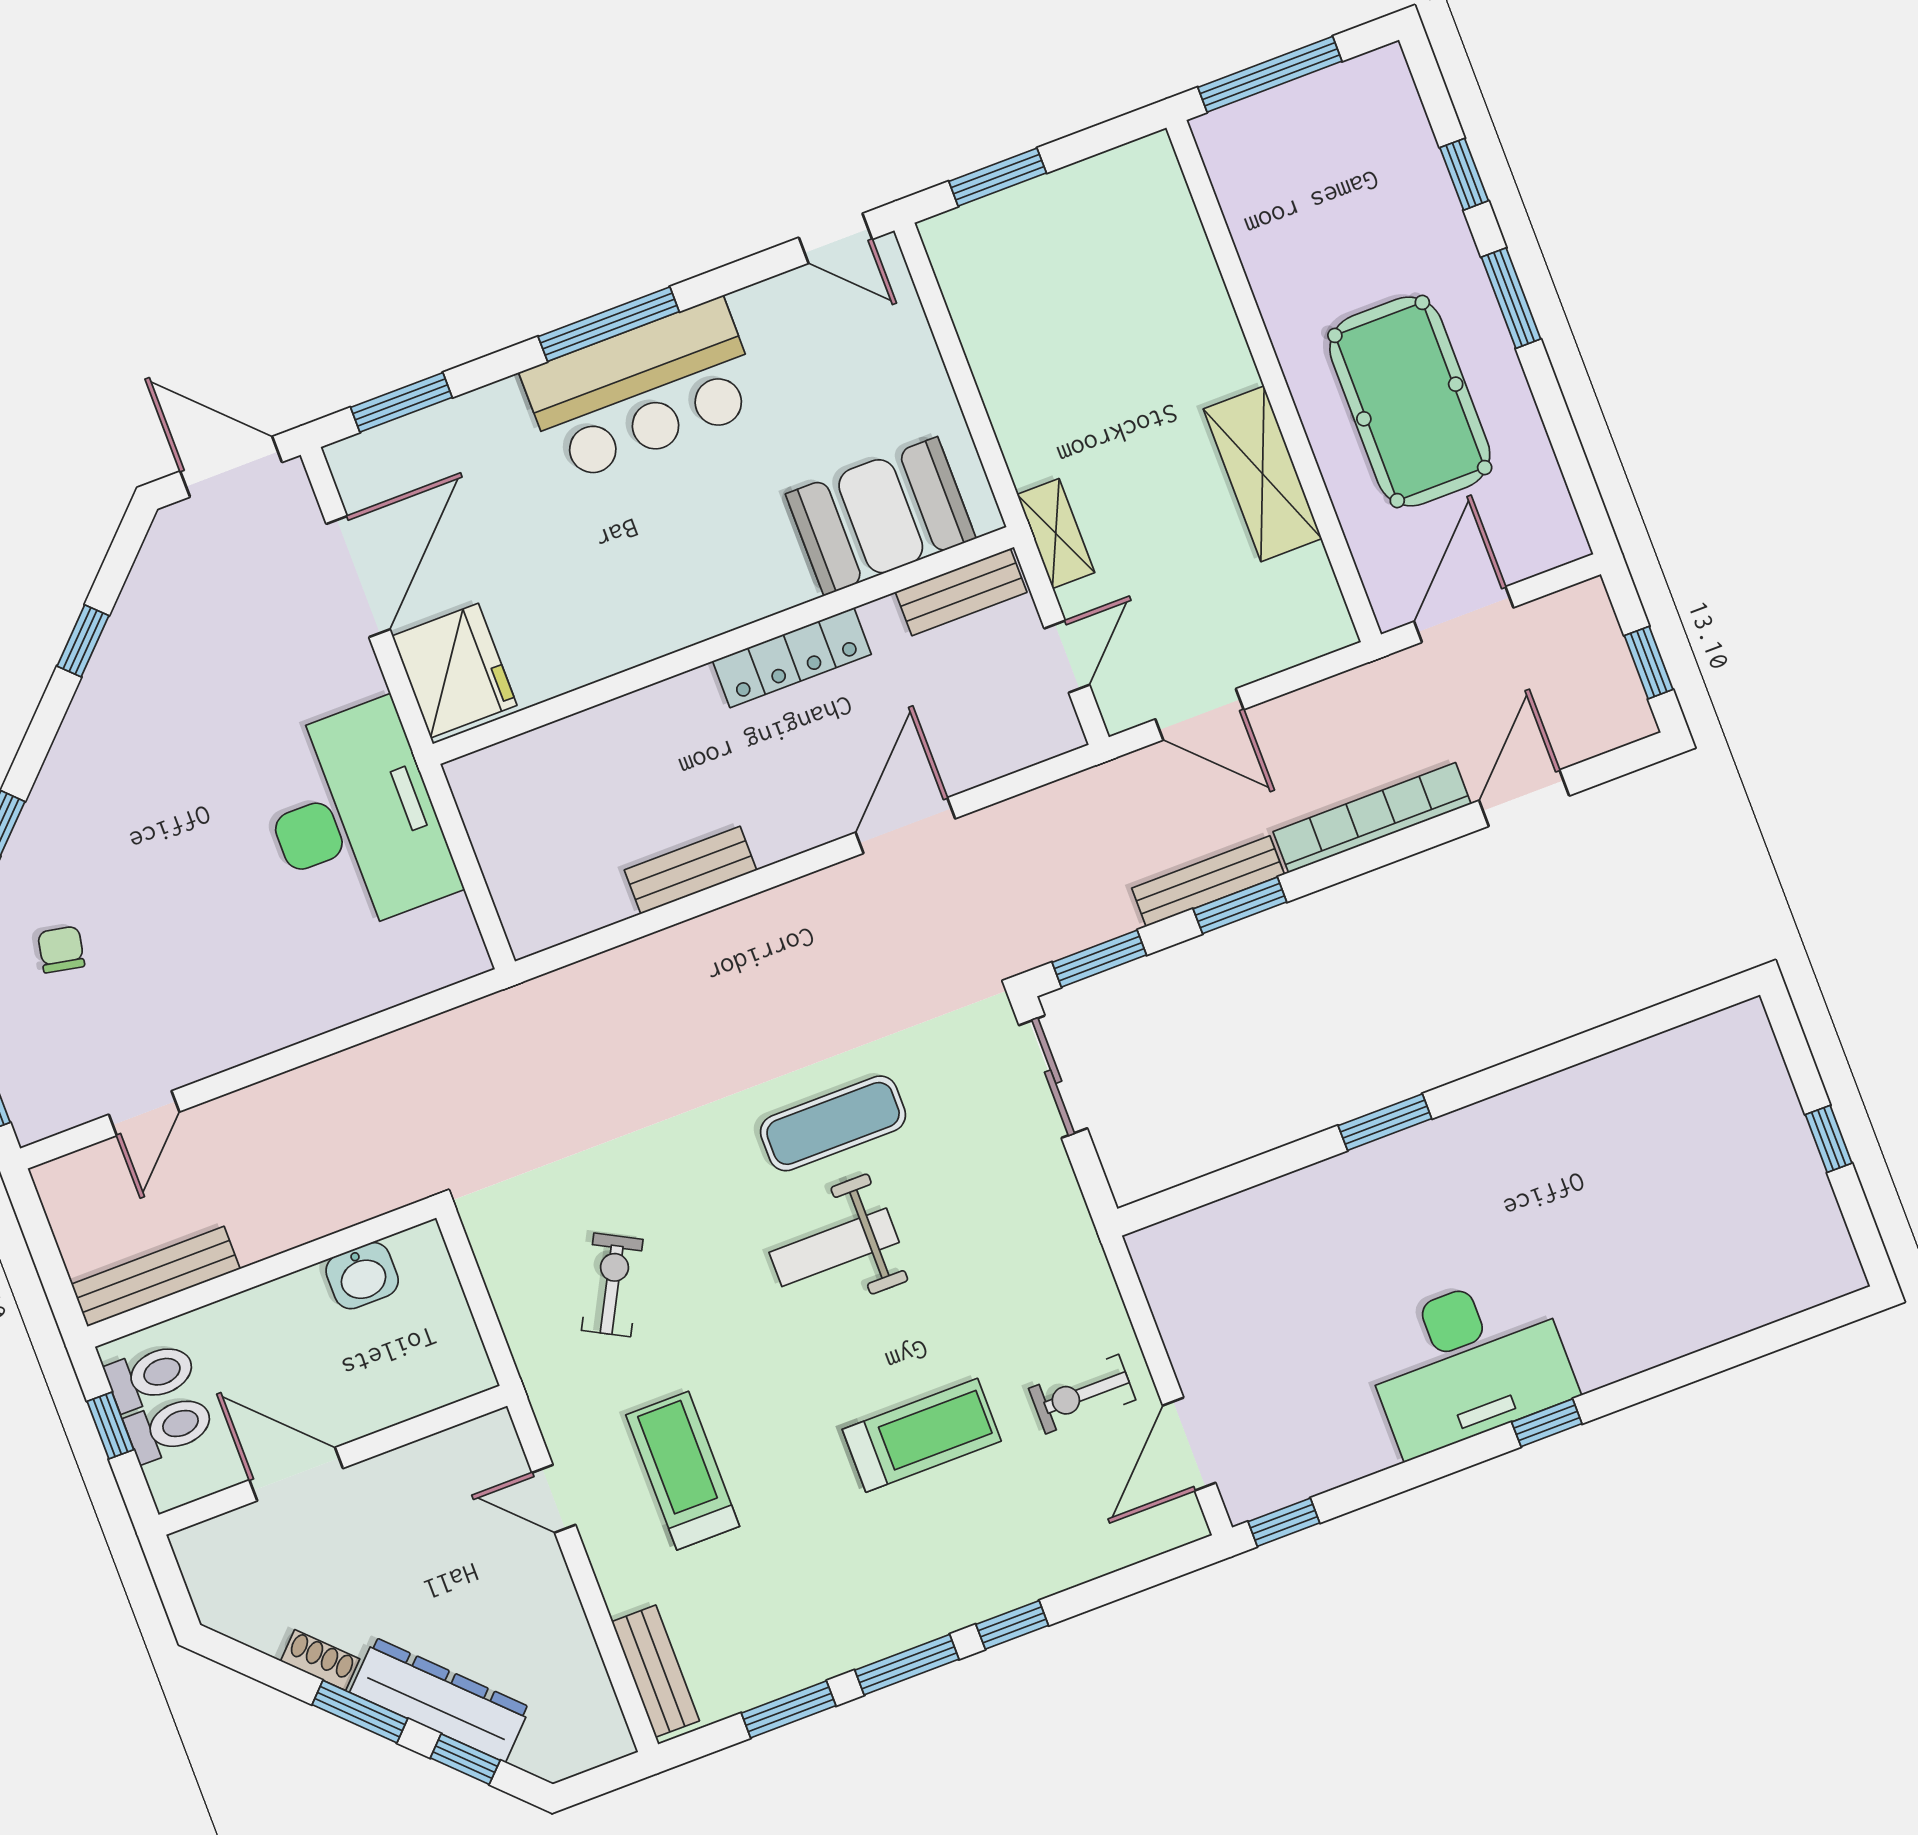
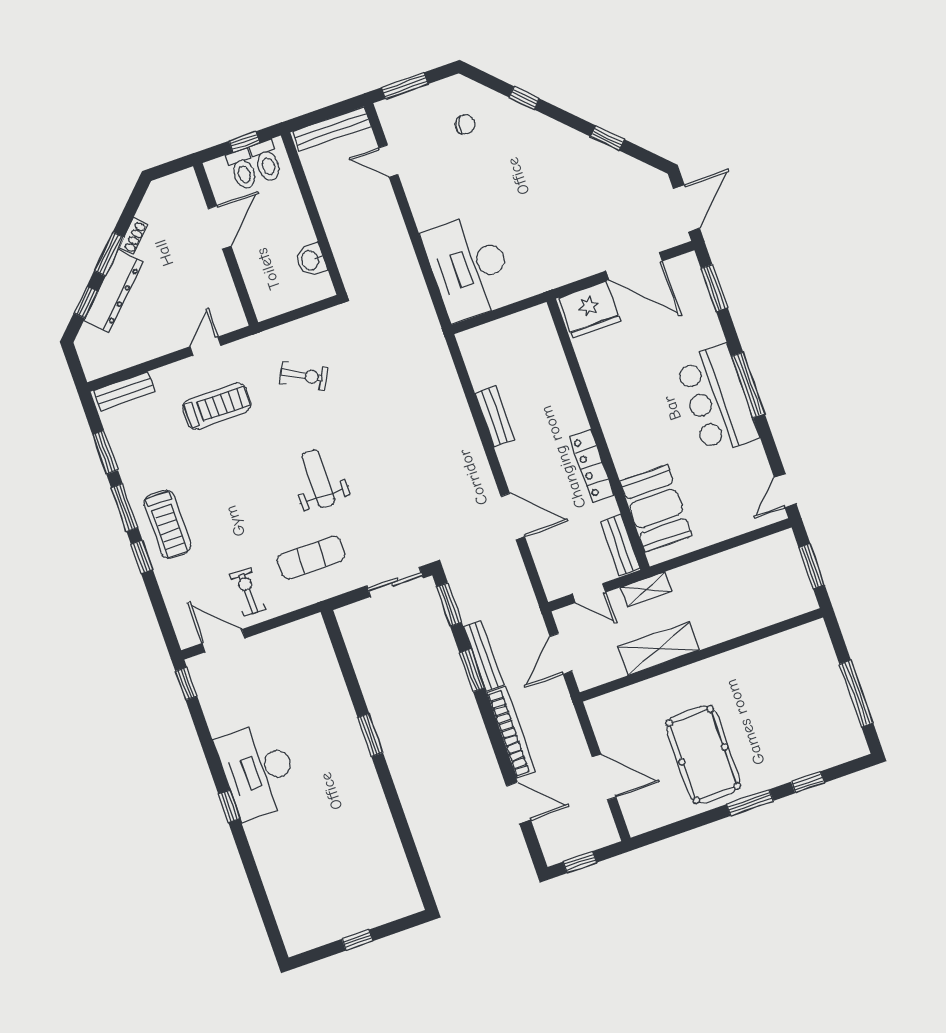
wall: (1274, 381) -> (701, 655), moved
pool table: (1410, 401) -> (703, 755), turned 90
shelving: (1263, 474) -> (659, 649), moved
desk: (354, 819) -> (469, 267), moved, turned 90
exercise mat: (833, 1123) -> (311, 558), moved, turned 90
bench: (156, 1277) -> (332, 129), moved, turned 90
treadmill: (922, 1435) -> (167, 524), moved

